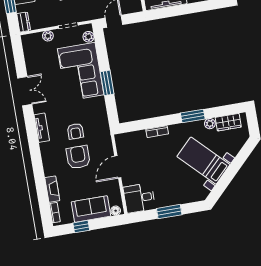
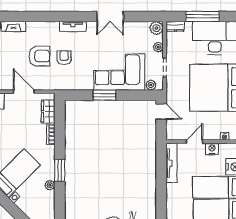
plant: (29, 41) -> (156, 28), added
wardrobe: (228, 122) -> (48, 112), moved
armchair: (75, 131) -> (64, 58), turned 90

